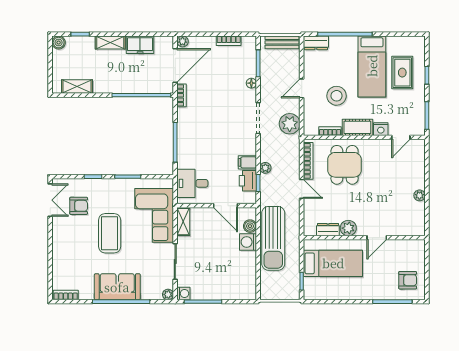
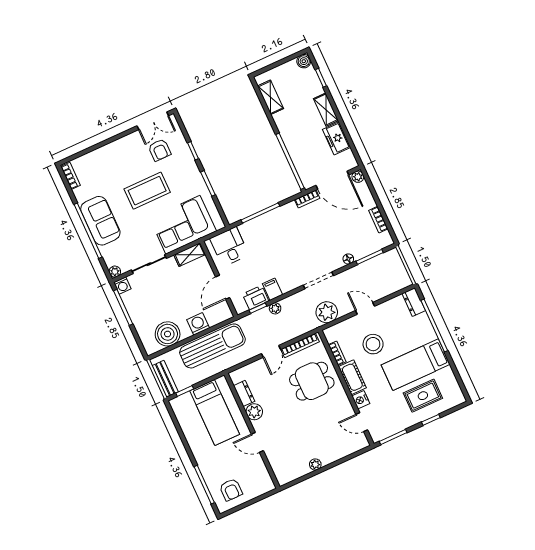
bench: (282, 42) -> (165, 379), moved
boiler: (250, 226) -> (168, 334), moved, width x1.86, depth x1.86
sun lounger: (273, 238) -> (212, 346), turned 180

